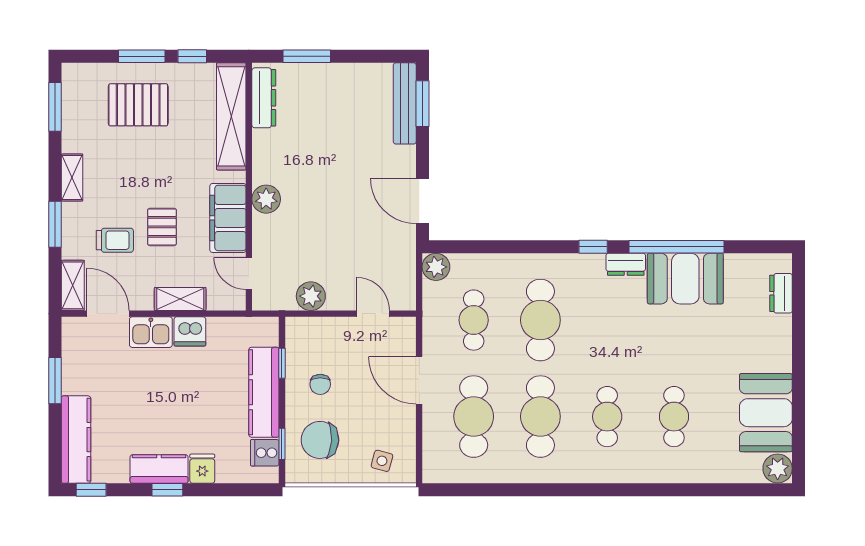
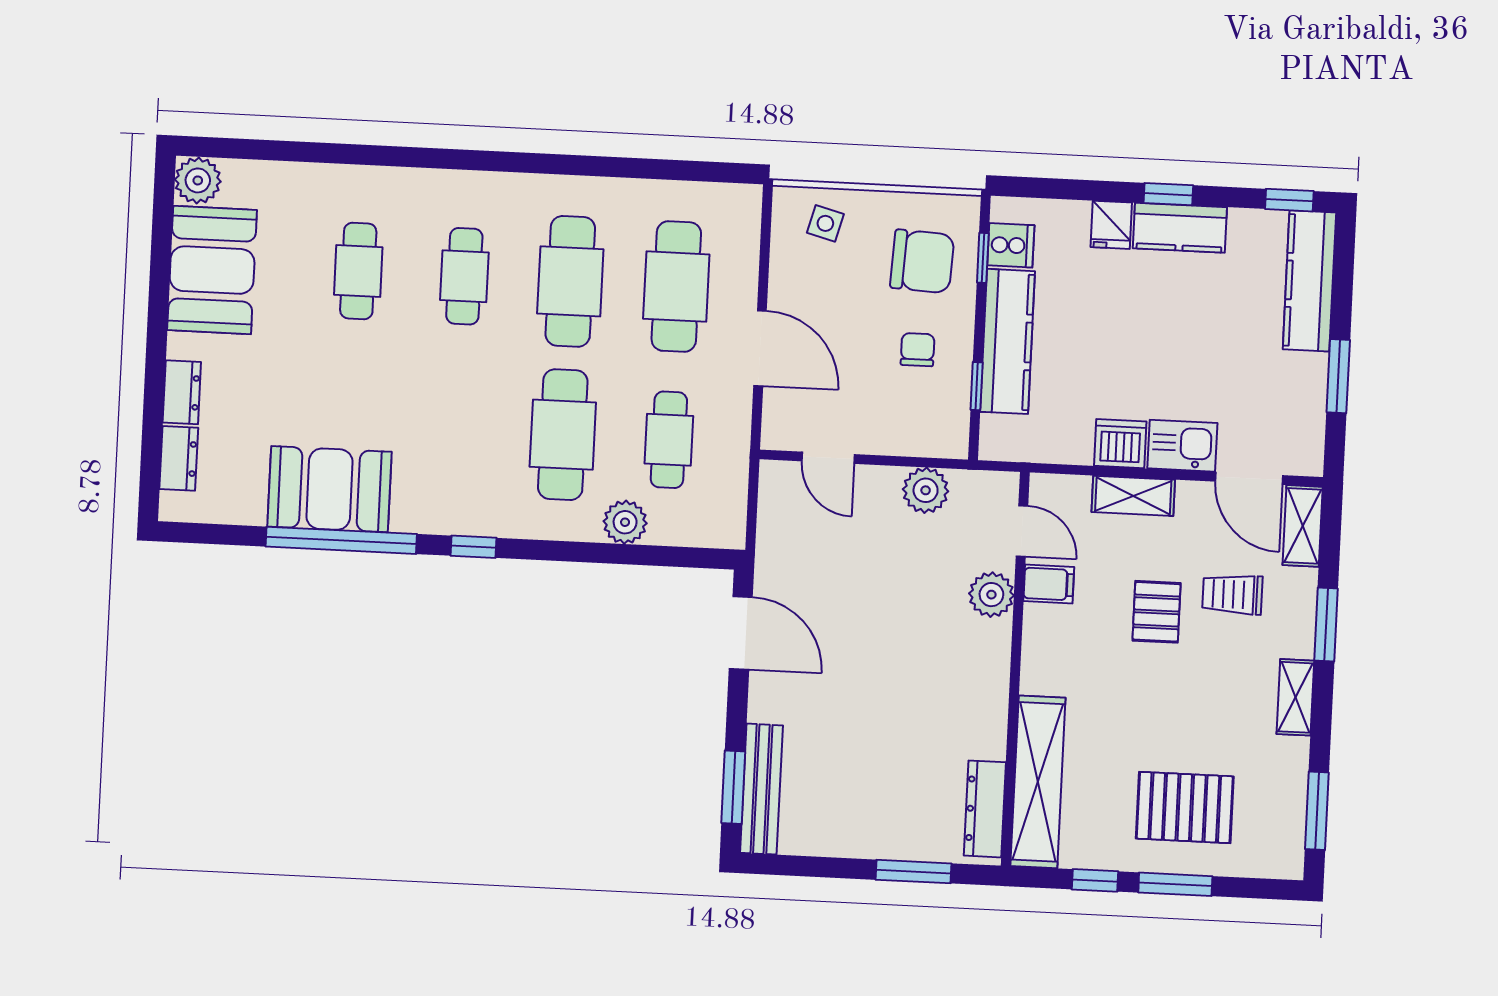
plant: (266, 199) -> (991, 595), moved
filing cabinet: (228, 218) -> (1049, 584), width x0.33, depth x0.86
dresser: (626, 264) -> (182, 392), moved, turned 90
plant: (436, 267) -> (625, 522), moved

